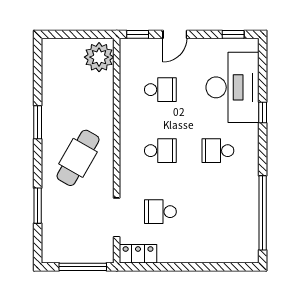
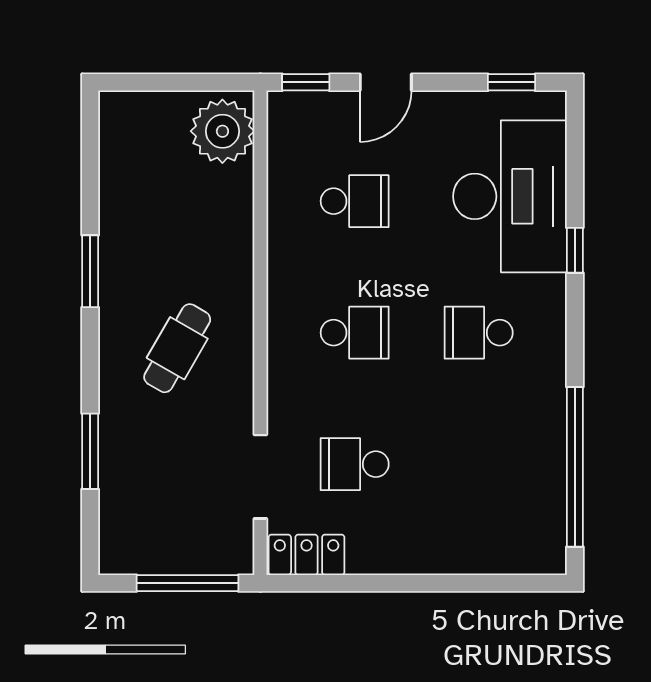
cafe table: (78, 158) -> (177, 348), width x0.73, depth x0.74

